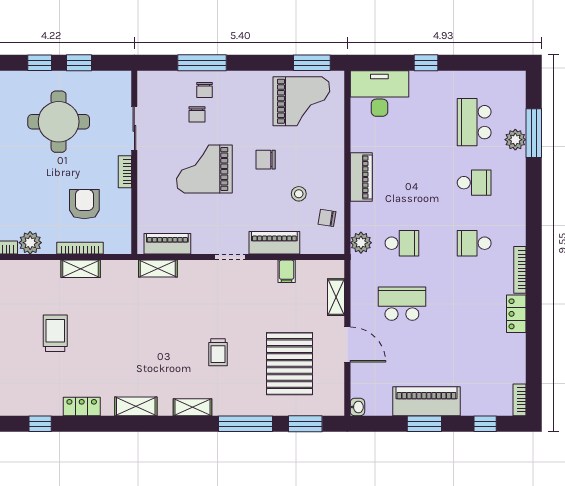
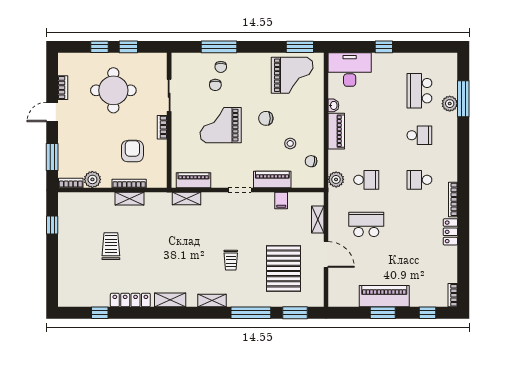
locker: (82, 406) -> (130, 300), width x1.53
washbasin: (357, 407) -> (333, 105), moved

